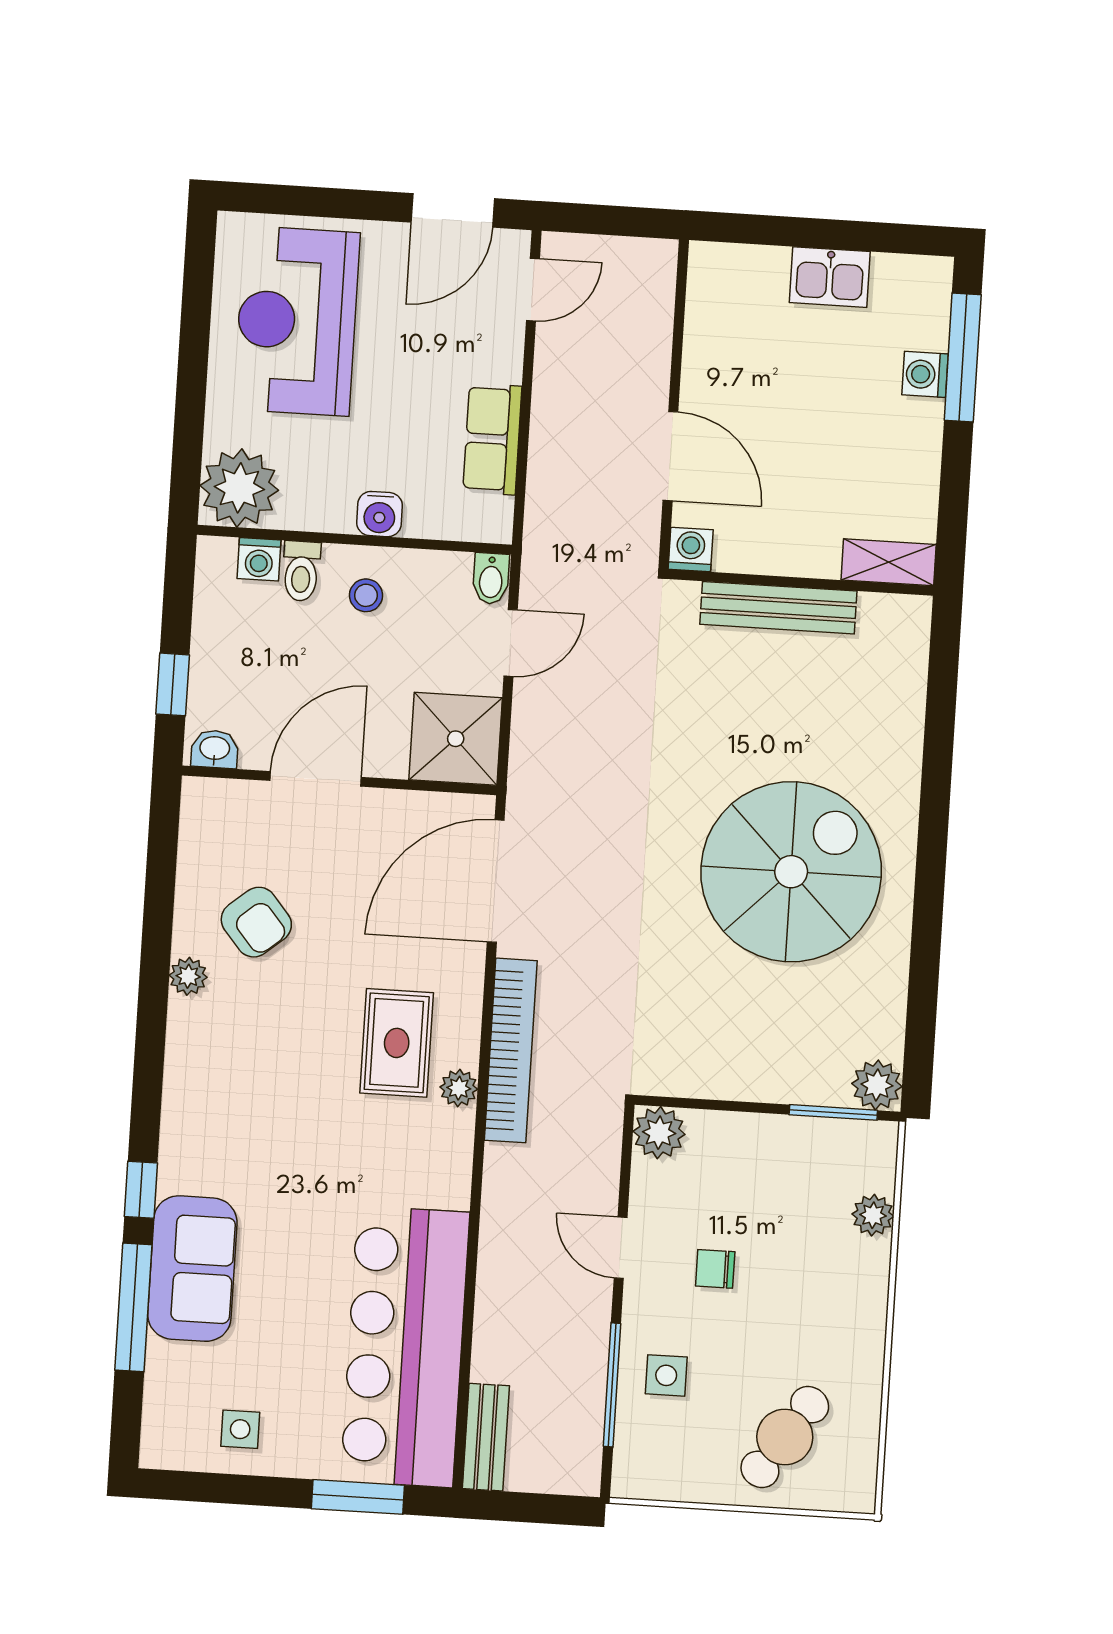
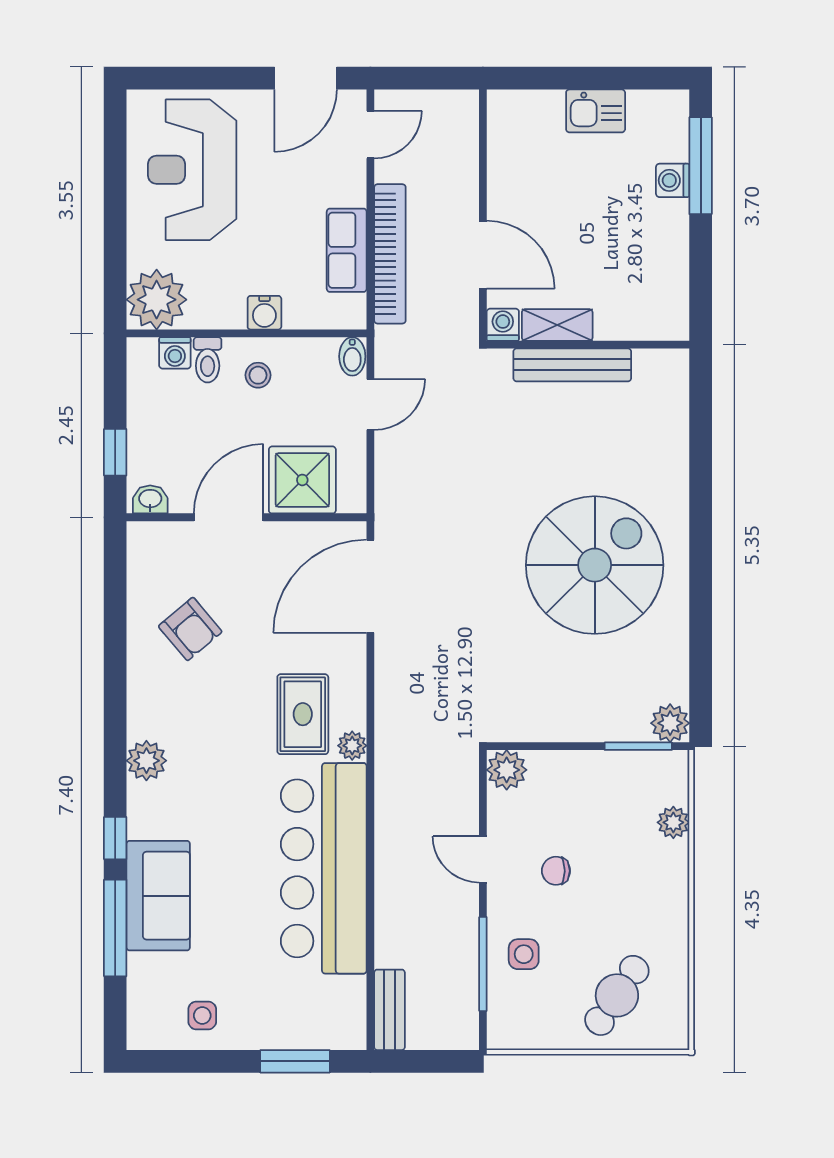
shelving: (889, 562) -> (557, 325), moved
shower: (456, 739) -> (302, 480), moved
plant: (188, 976) -> (146, 761), moved, width x1.38, depth x1.38
bookcase: (511, 1050) -> (390, 254), moved
bar counter: (405, 1347) -> (324, 868), moved

